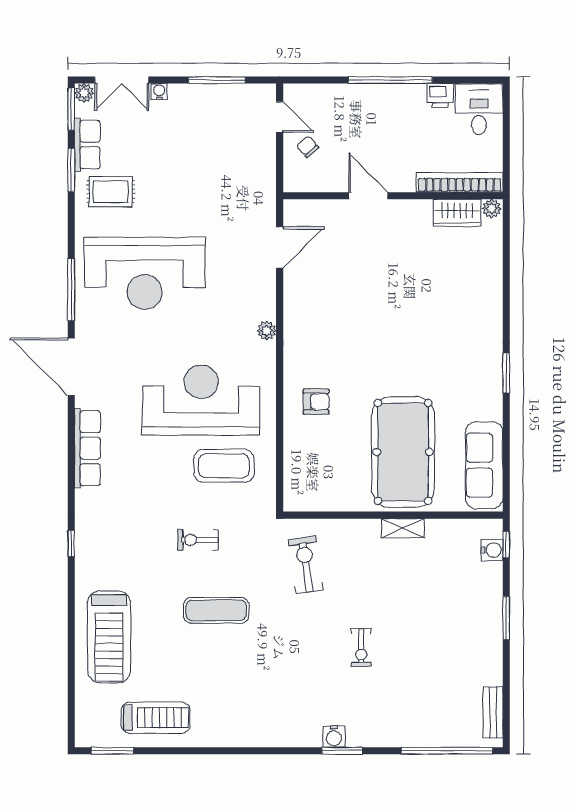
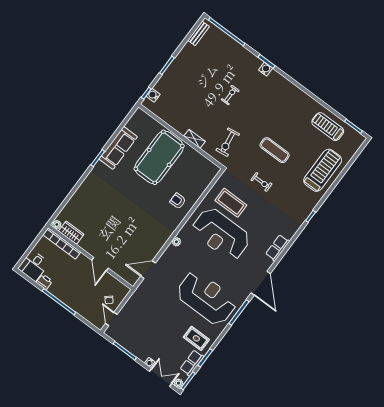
row of seats: (87, 448) -> (278, 248), width x0.68
sofa: (484, 465) -> (118, 148), moved
shelving: (403, 528) -> (194, 139), moved

